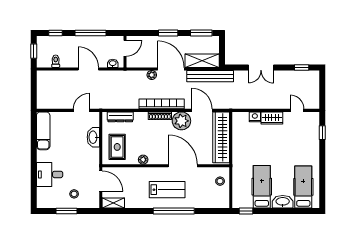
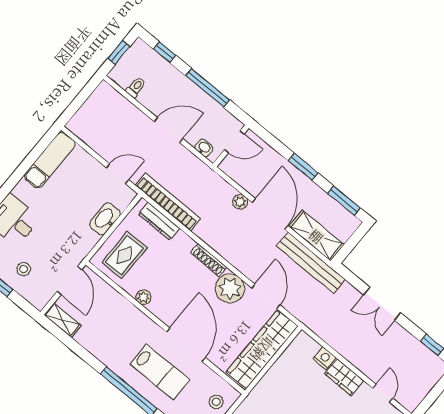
door: (88, 69) -> (168, 130), hinge flipped
bookcase: (162, 104) -> (168, 202), moved
lab bench: (167, 190) -> (160, 372), moved

